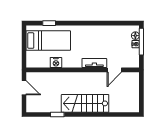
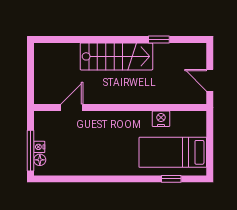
tv unit: (94, 63) -> (102, 118), removed

